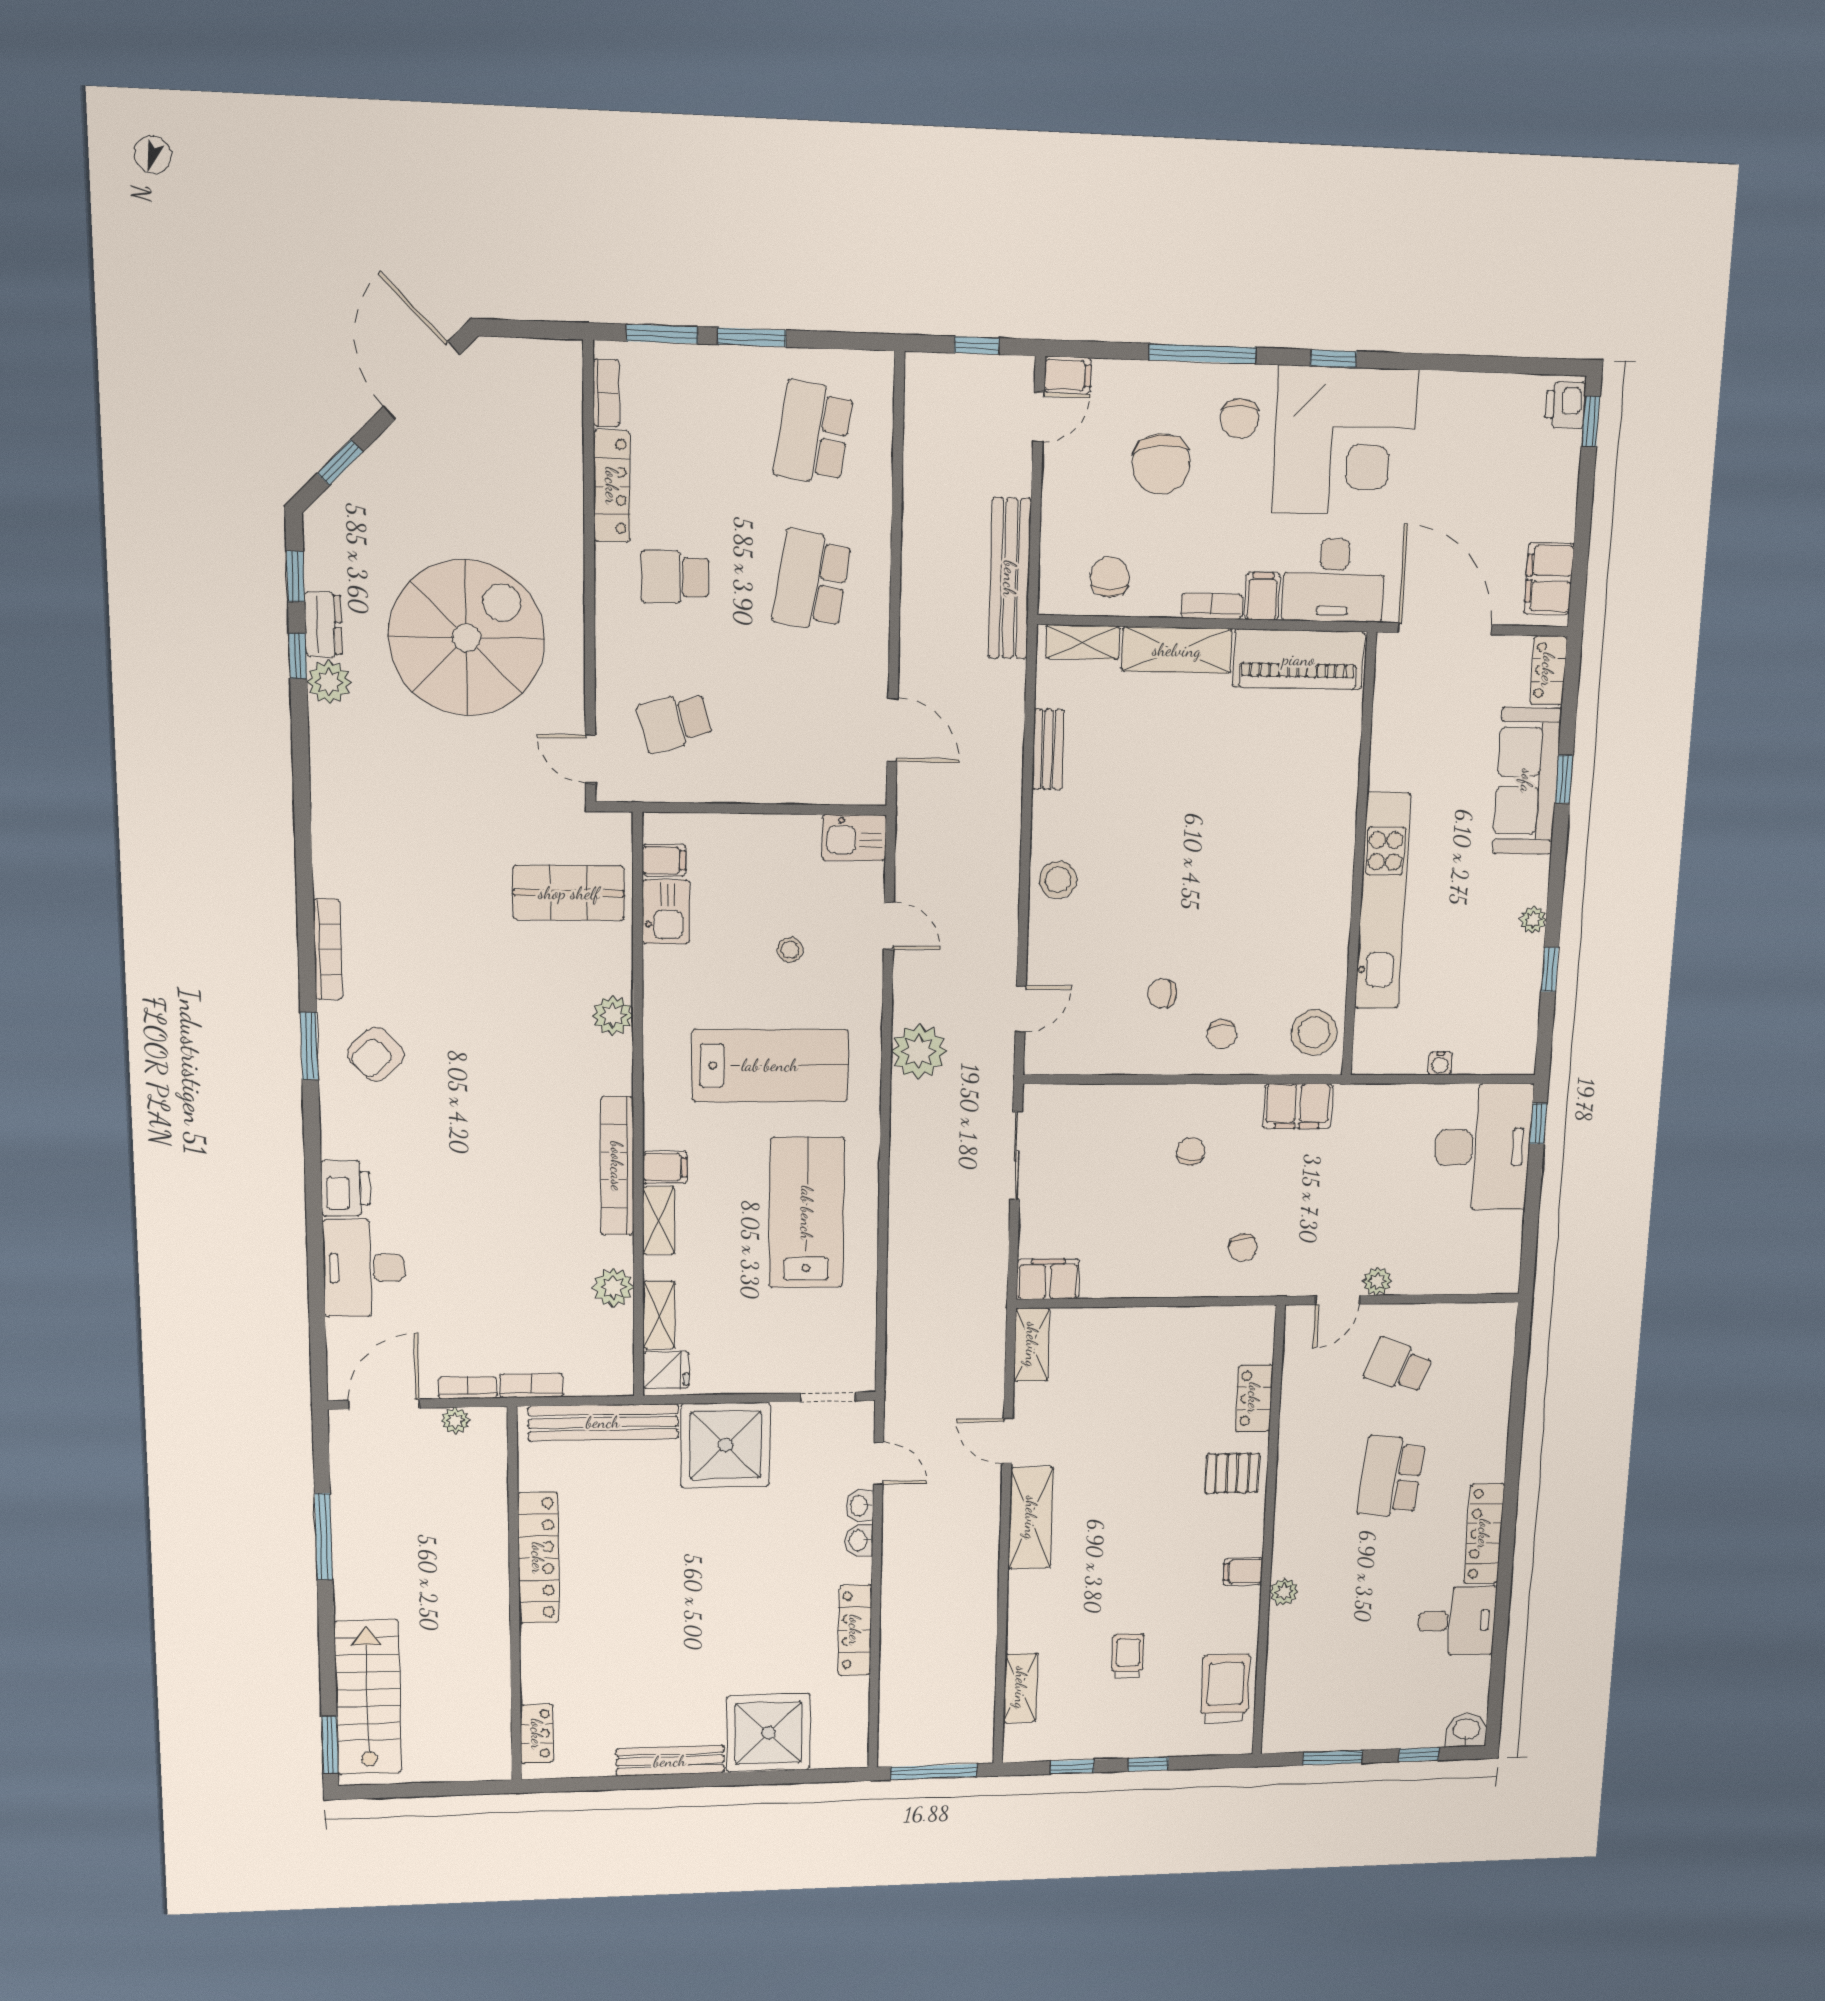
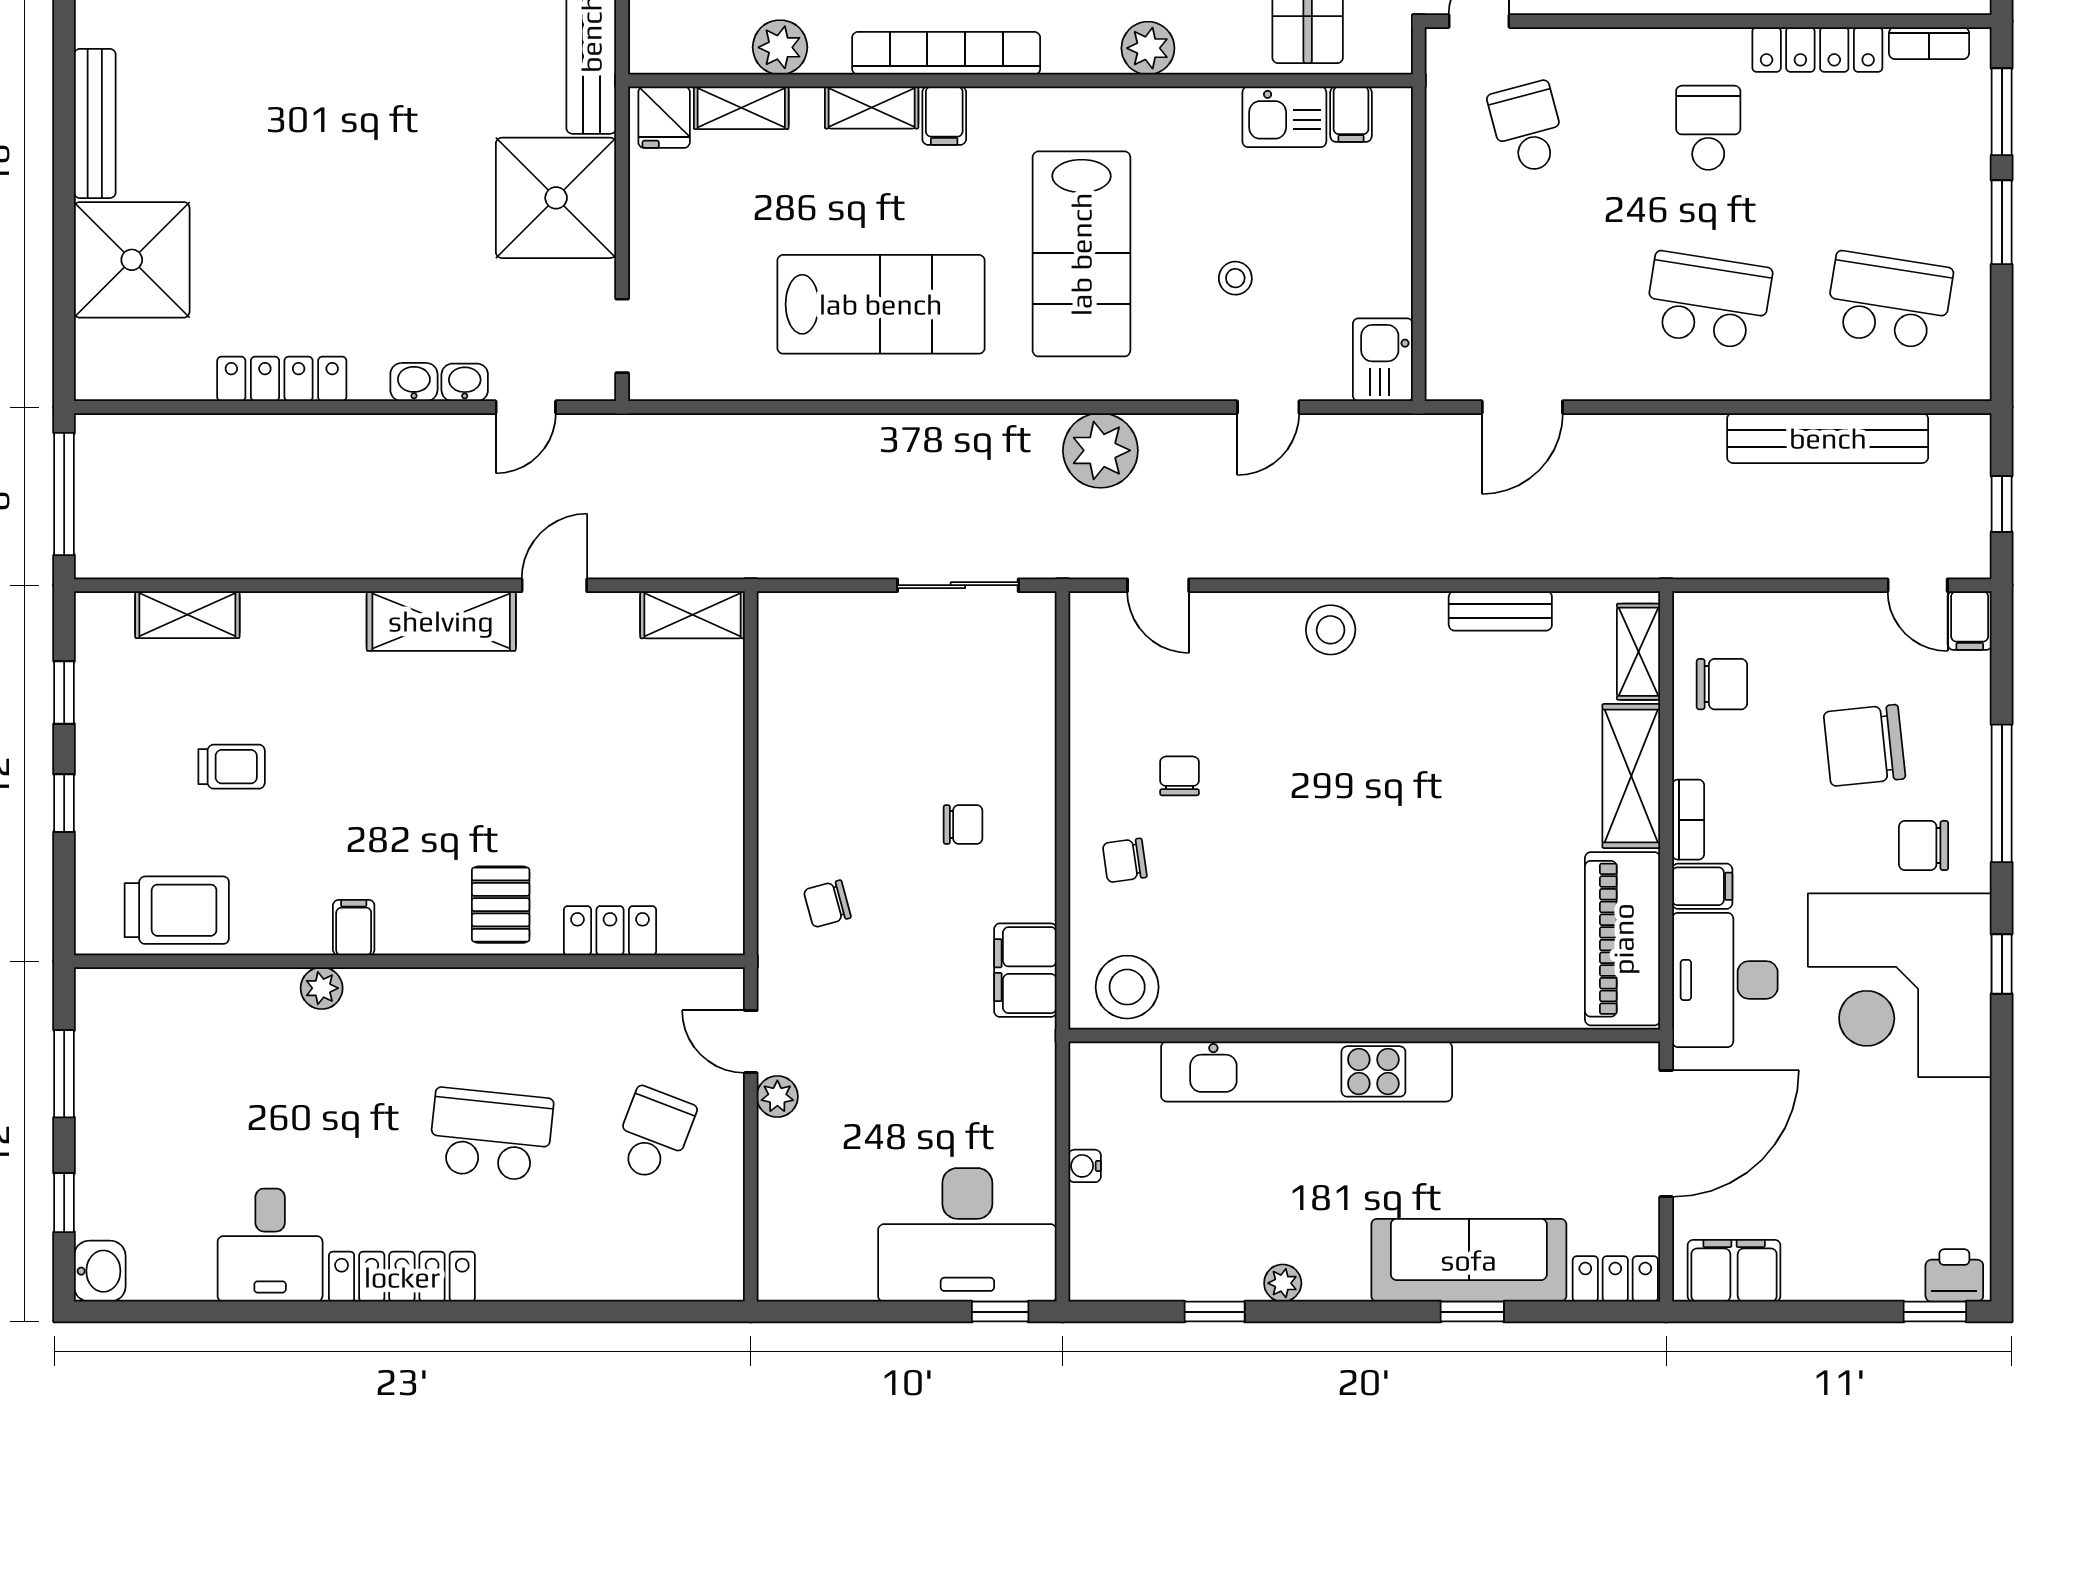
bench: (1010, 579) -> (1828, 438), moved
filing cabinet: (1048, 1279) -> (785, 634), removed

